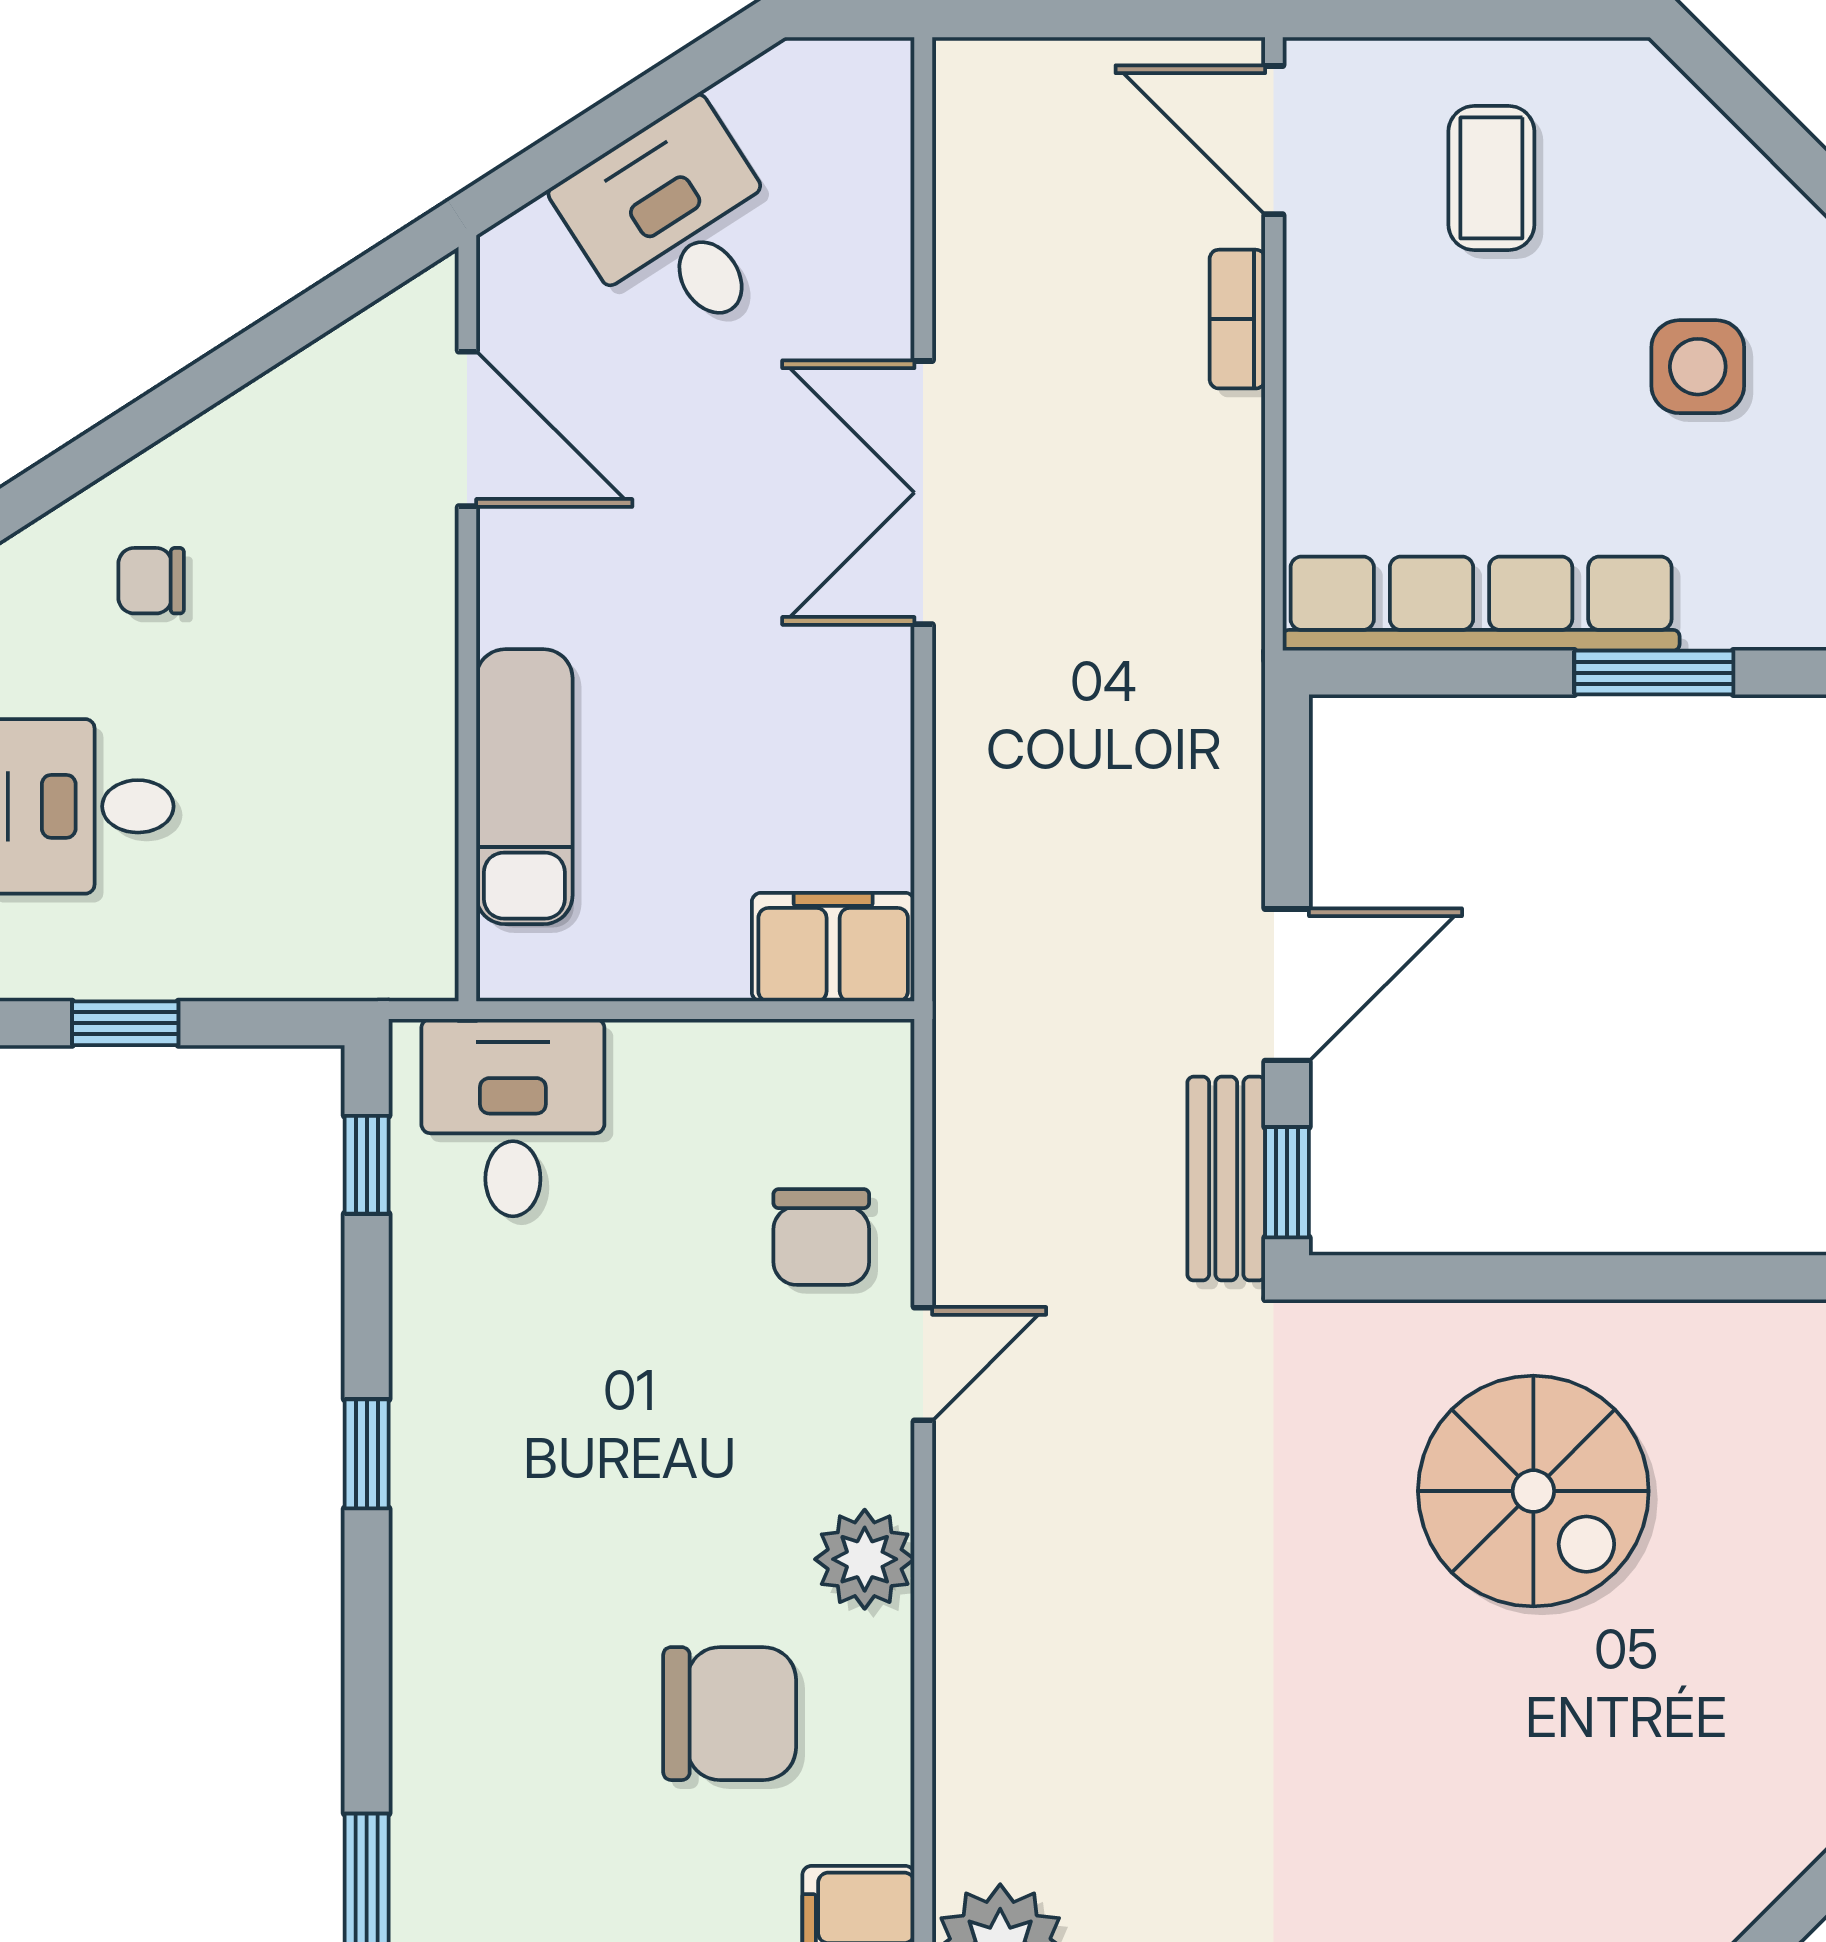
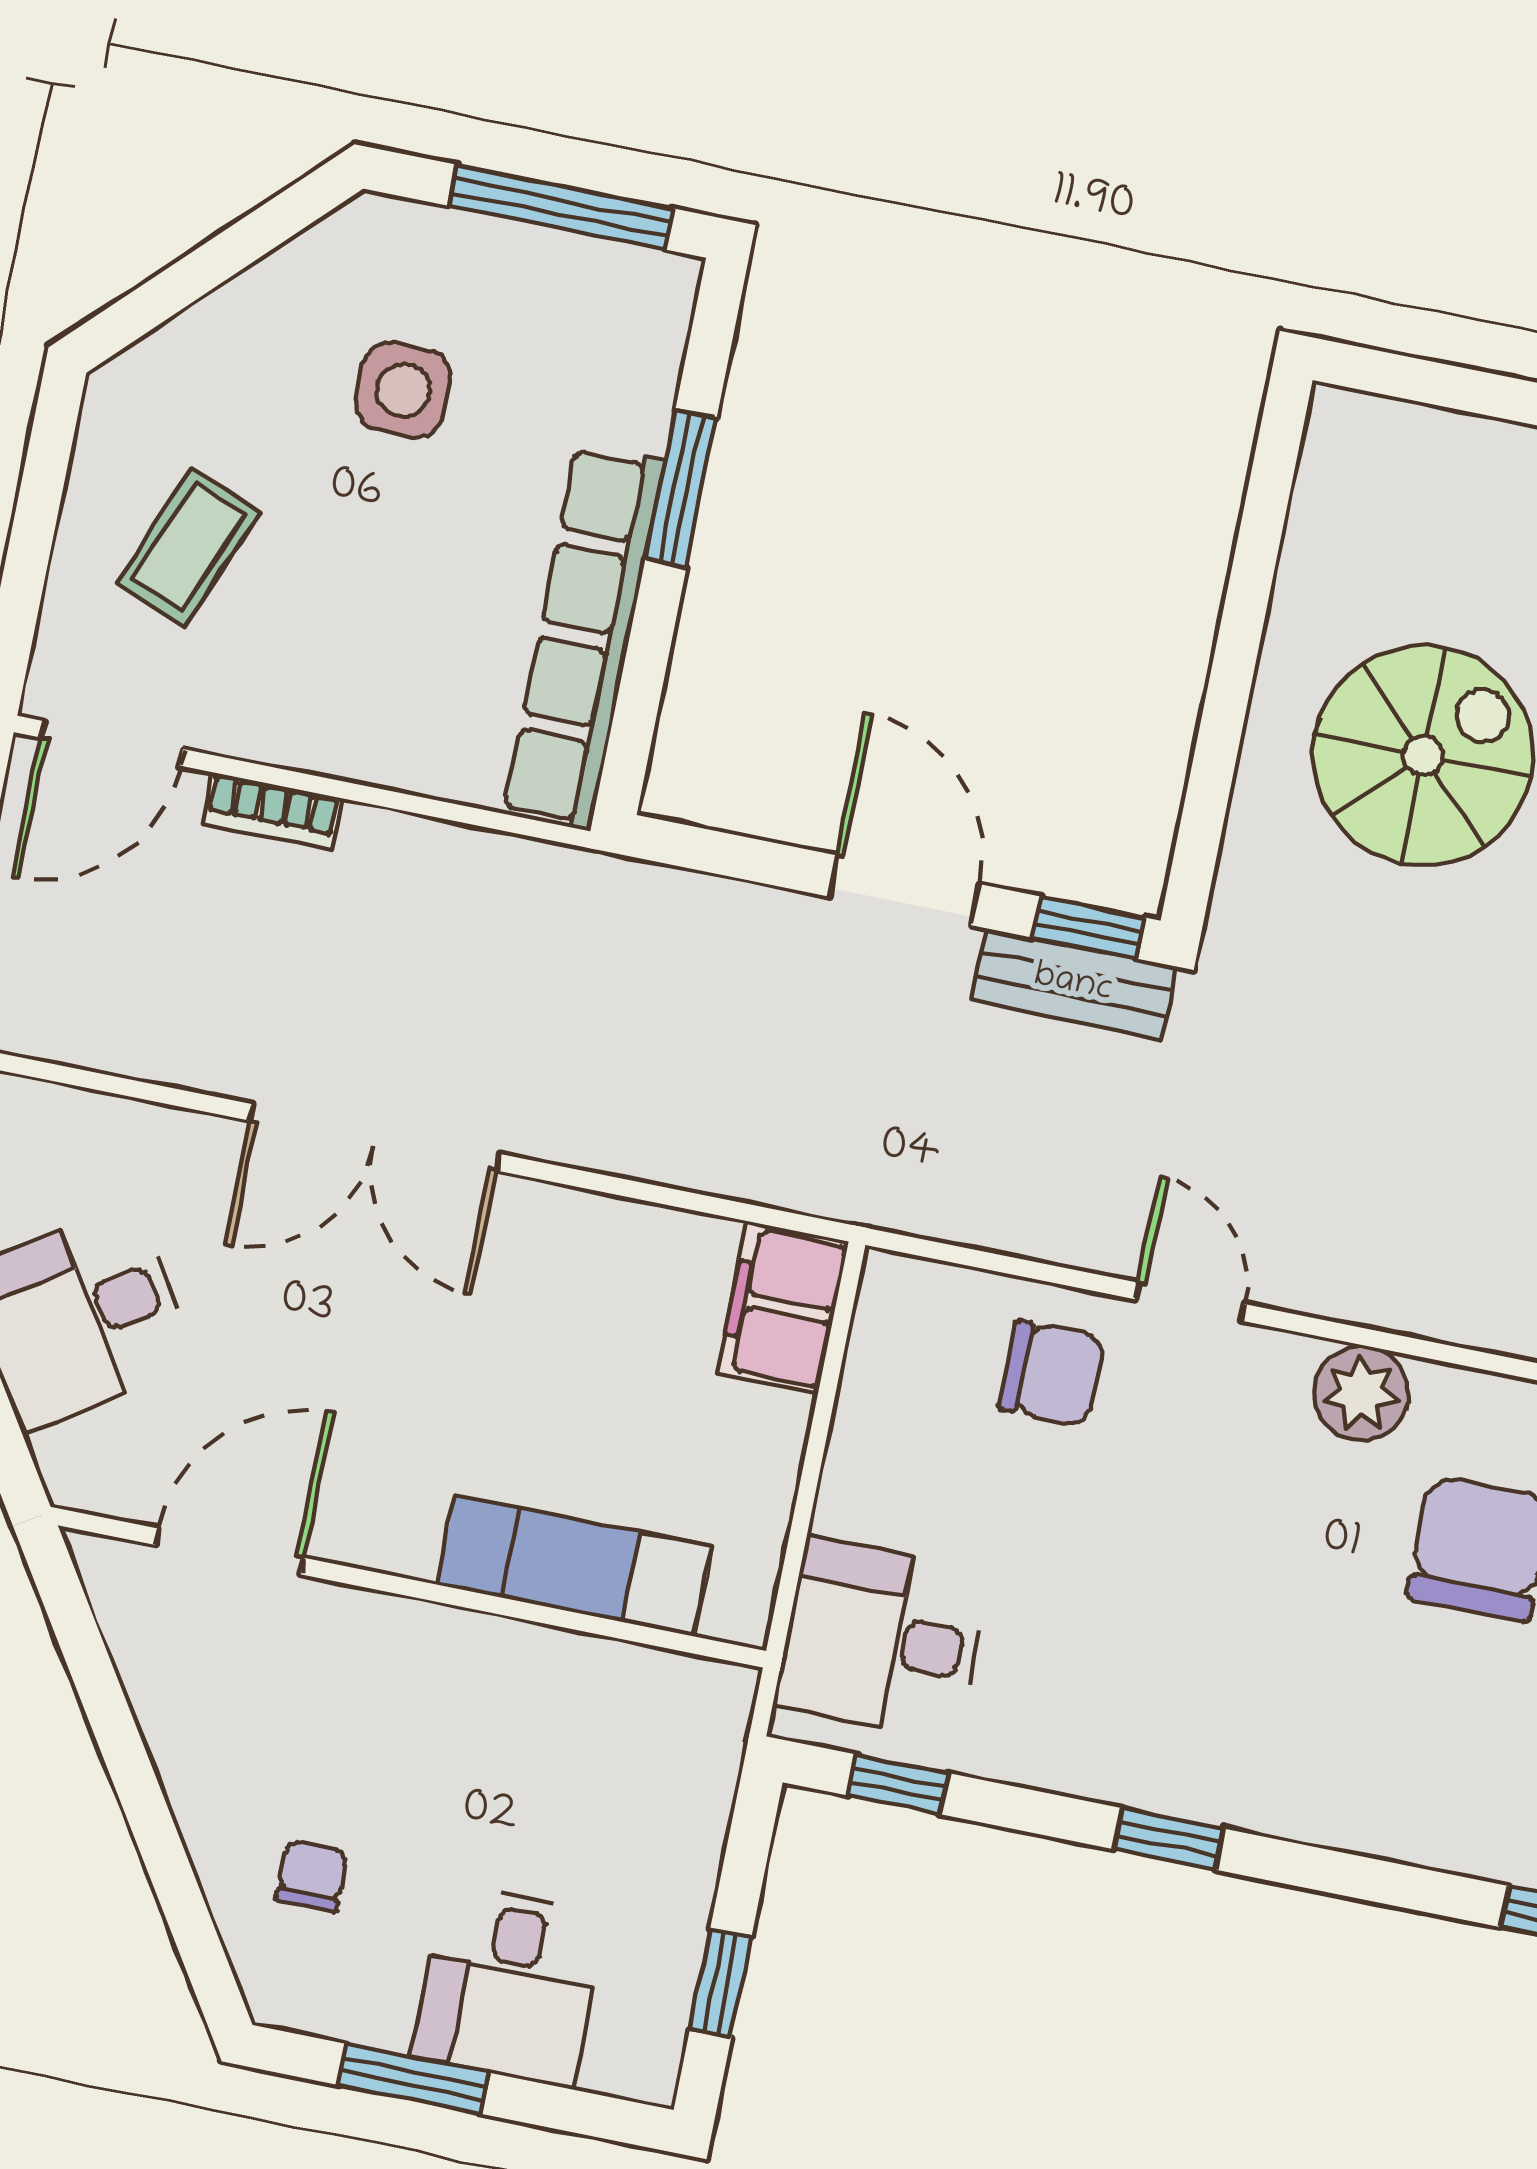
coffee table: (1491, 178) -> (188, 547), turned -68
chair: (151, 581) -> (312, 1876), turned 180

